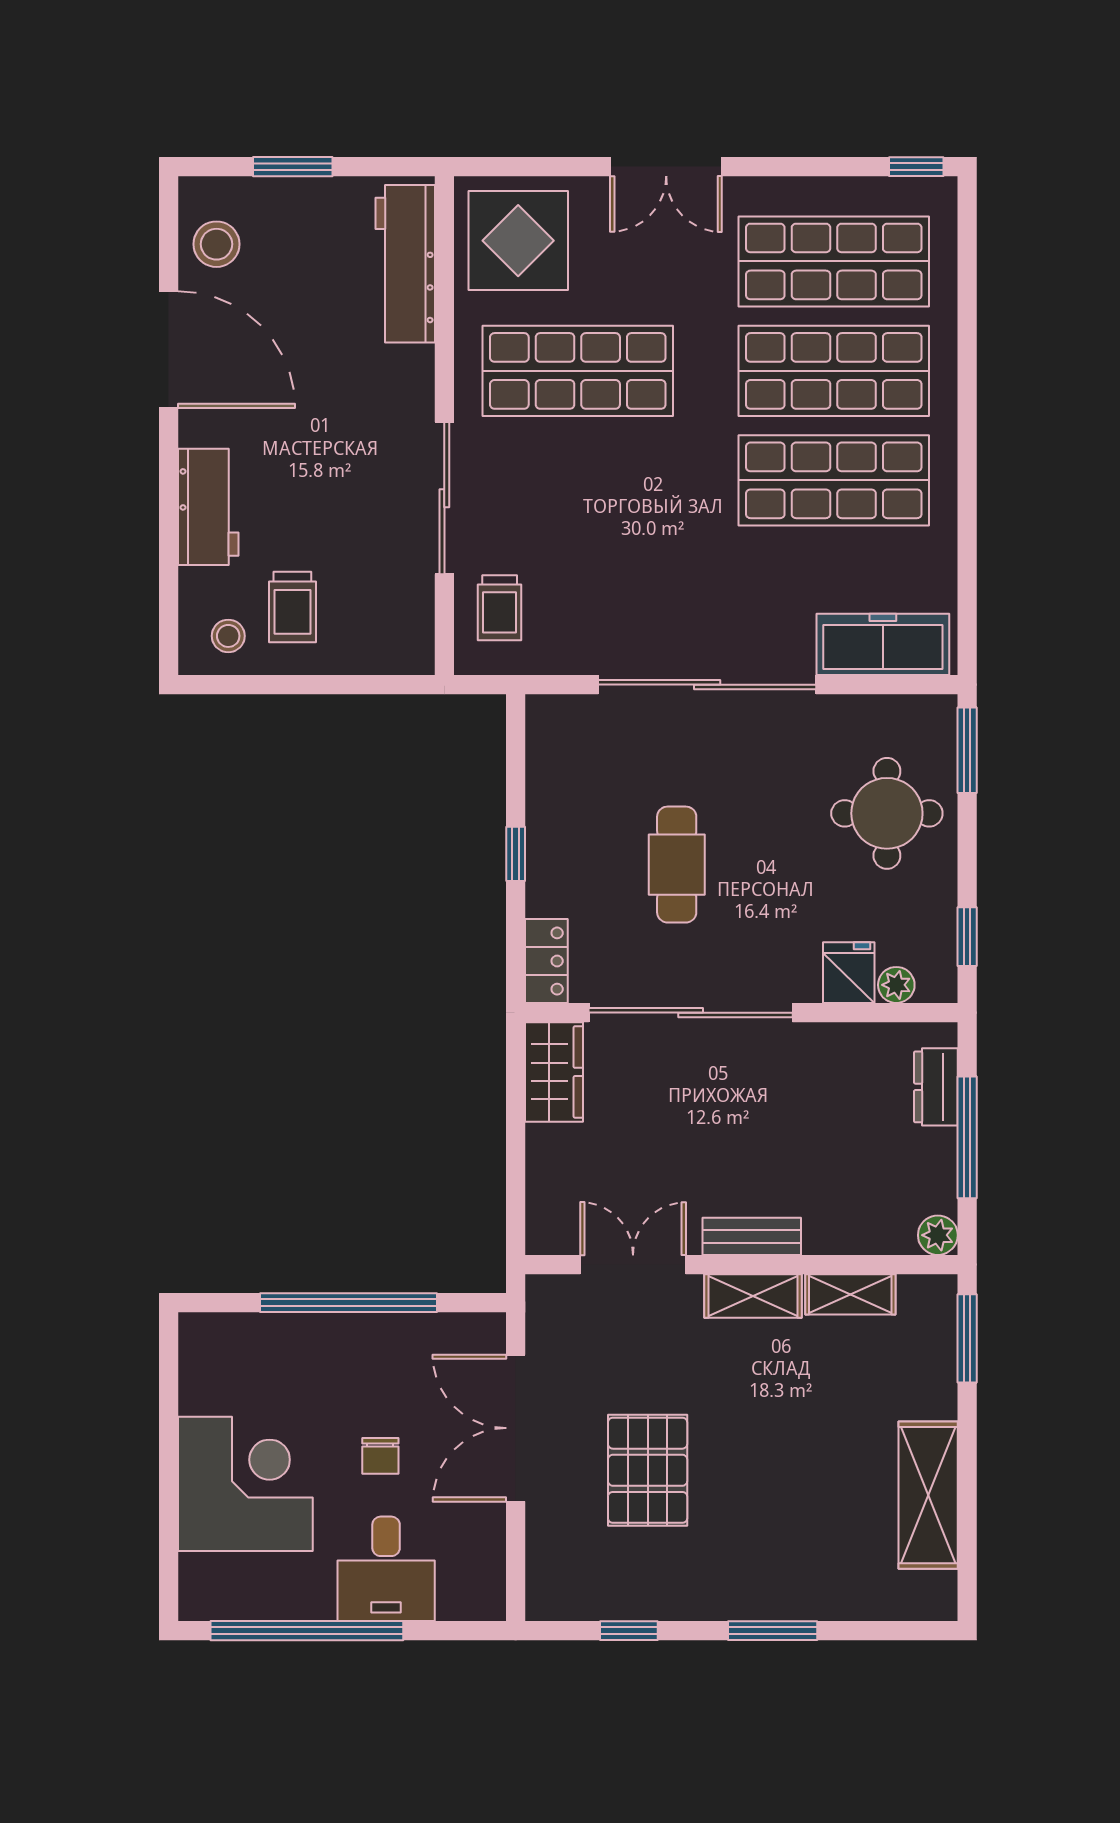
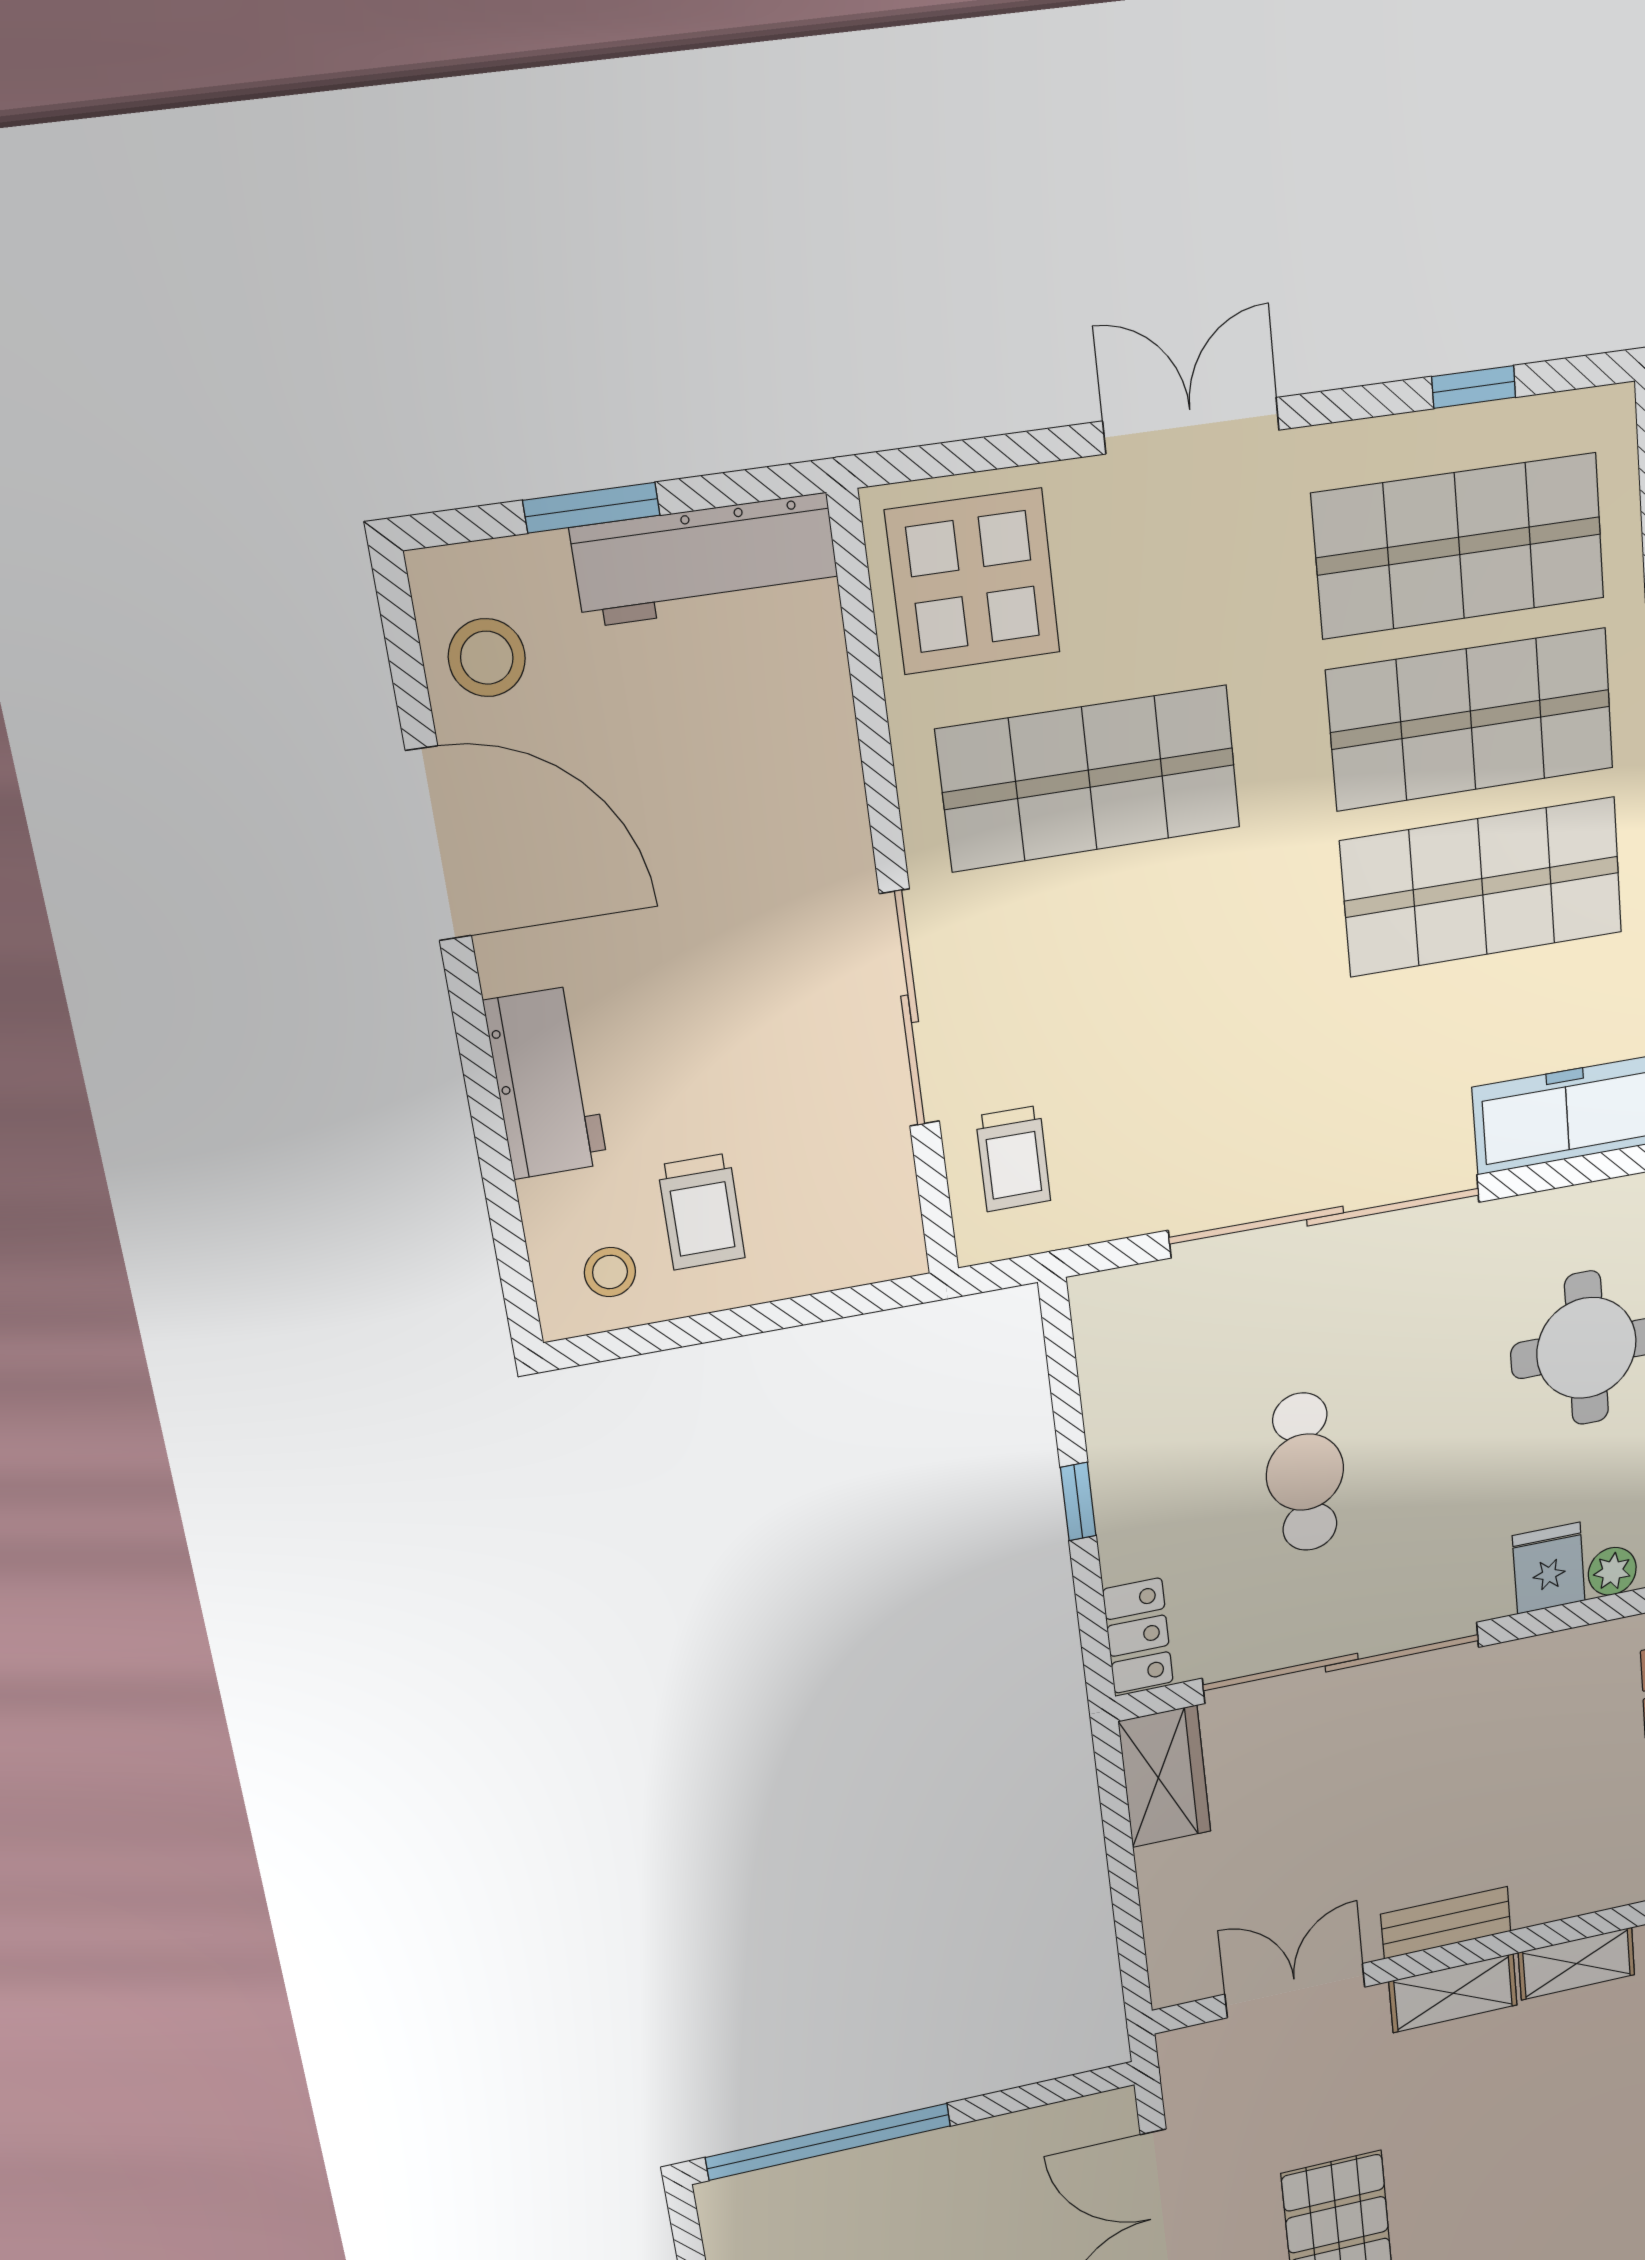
double door: (666, 167) -> (1191, 426), swing flipped
window: (916, 167) -> (1474, 387), moved
workbench: (405, 264) -> (706, 560), moved, turned -90
window: (348, 1303) -> (829, 2142), moved

